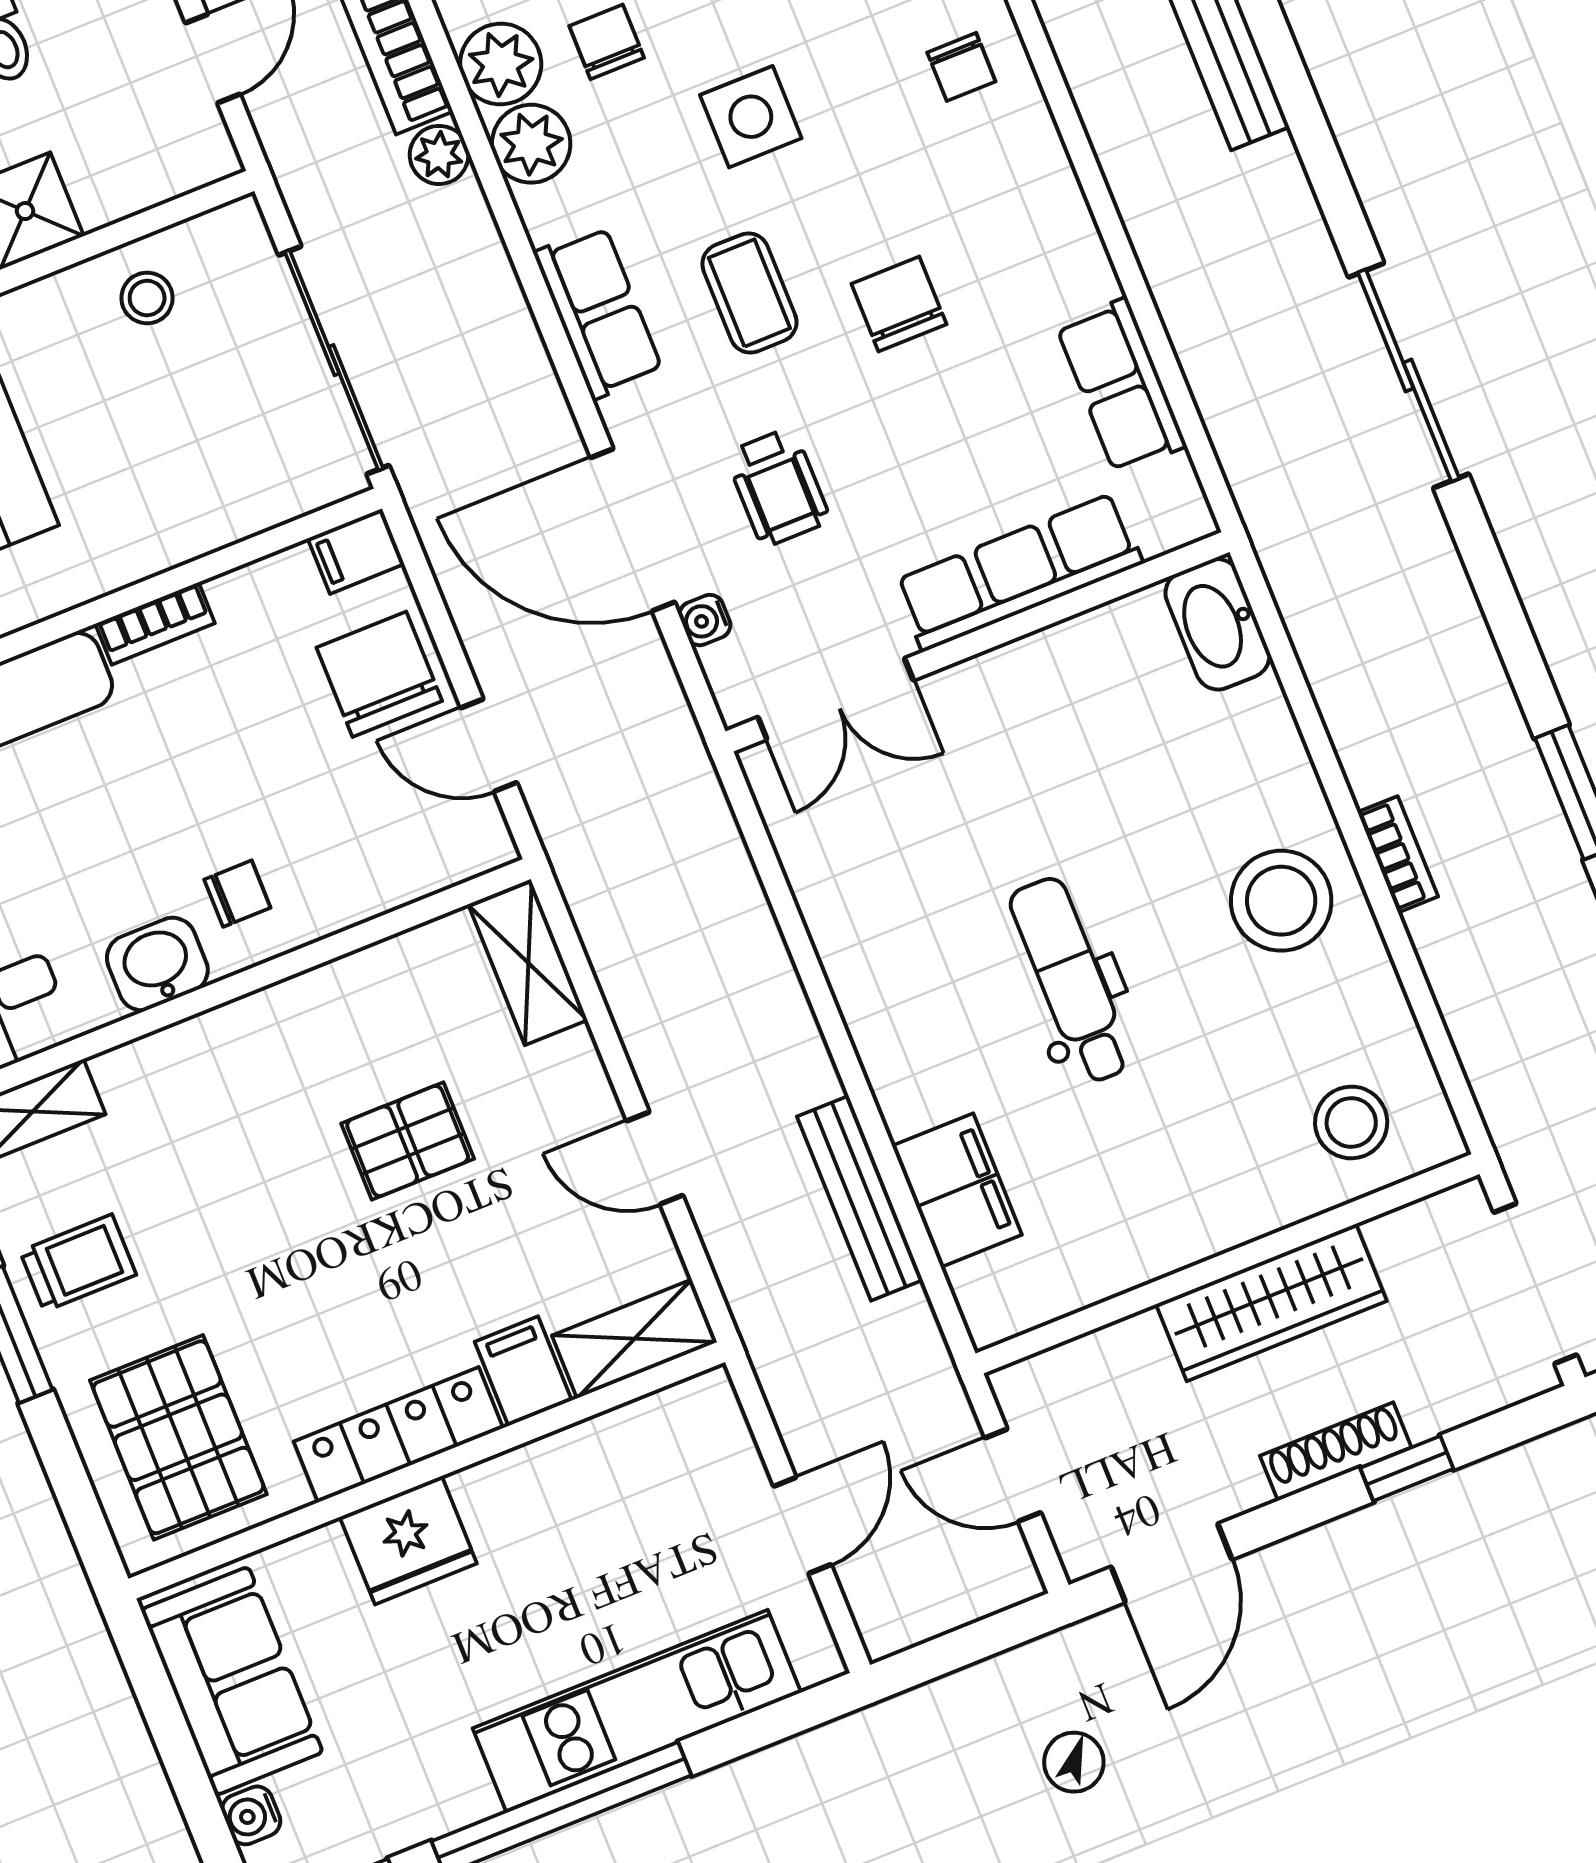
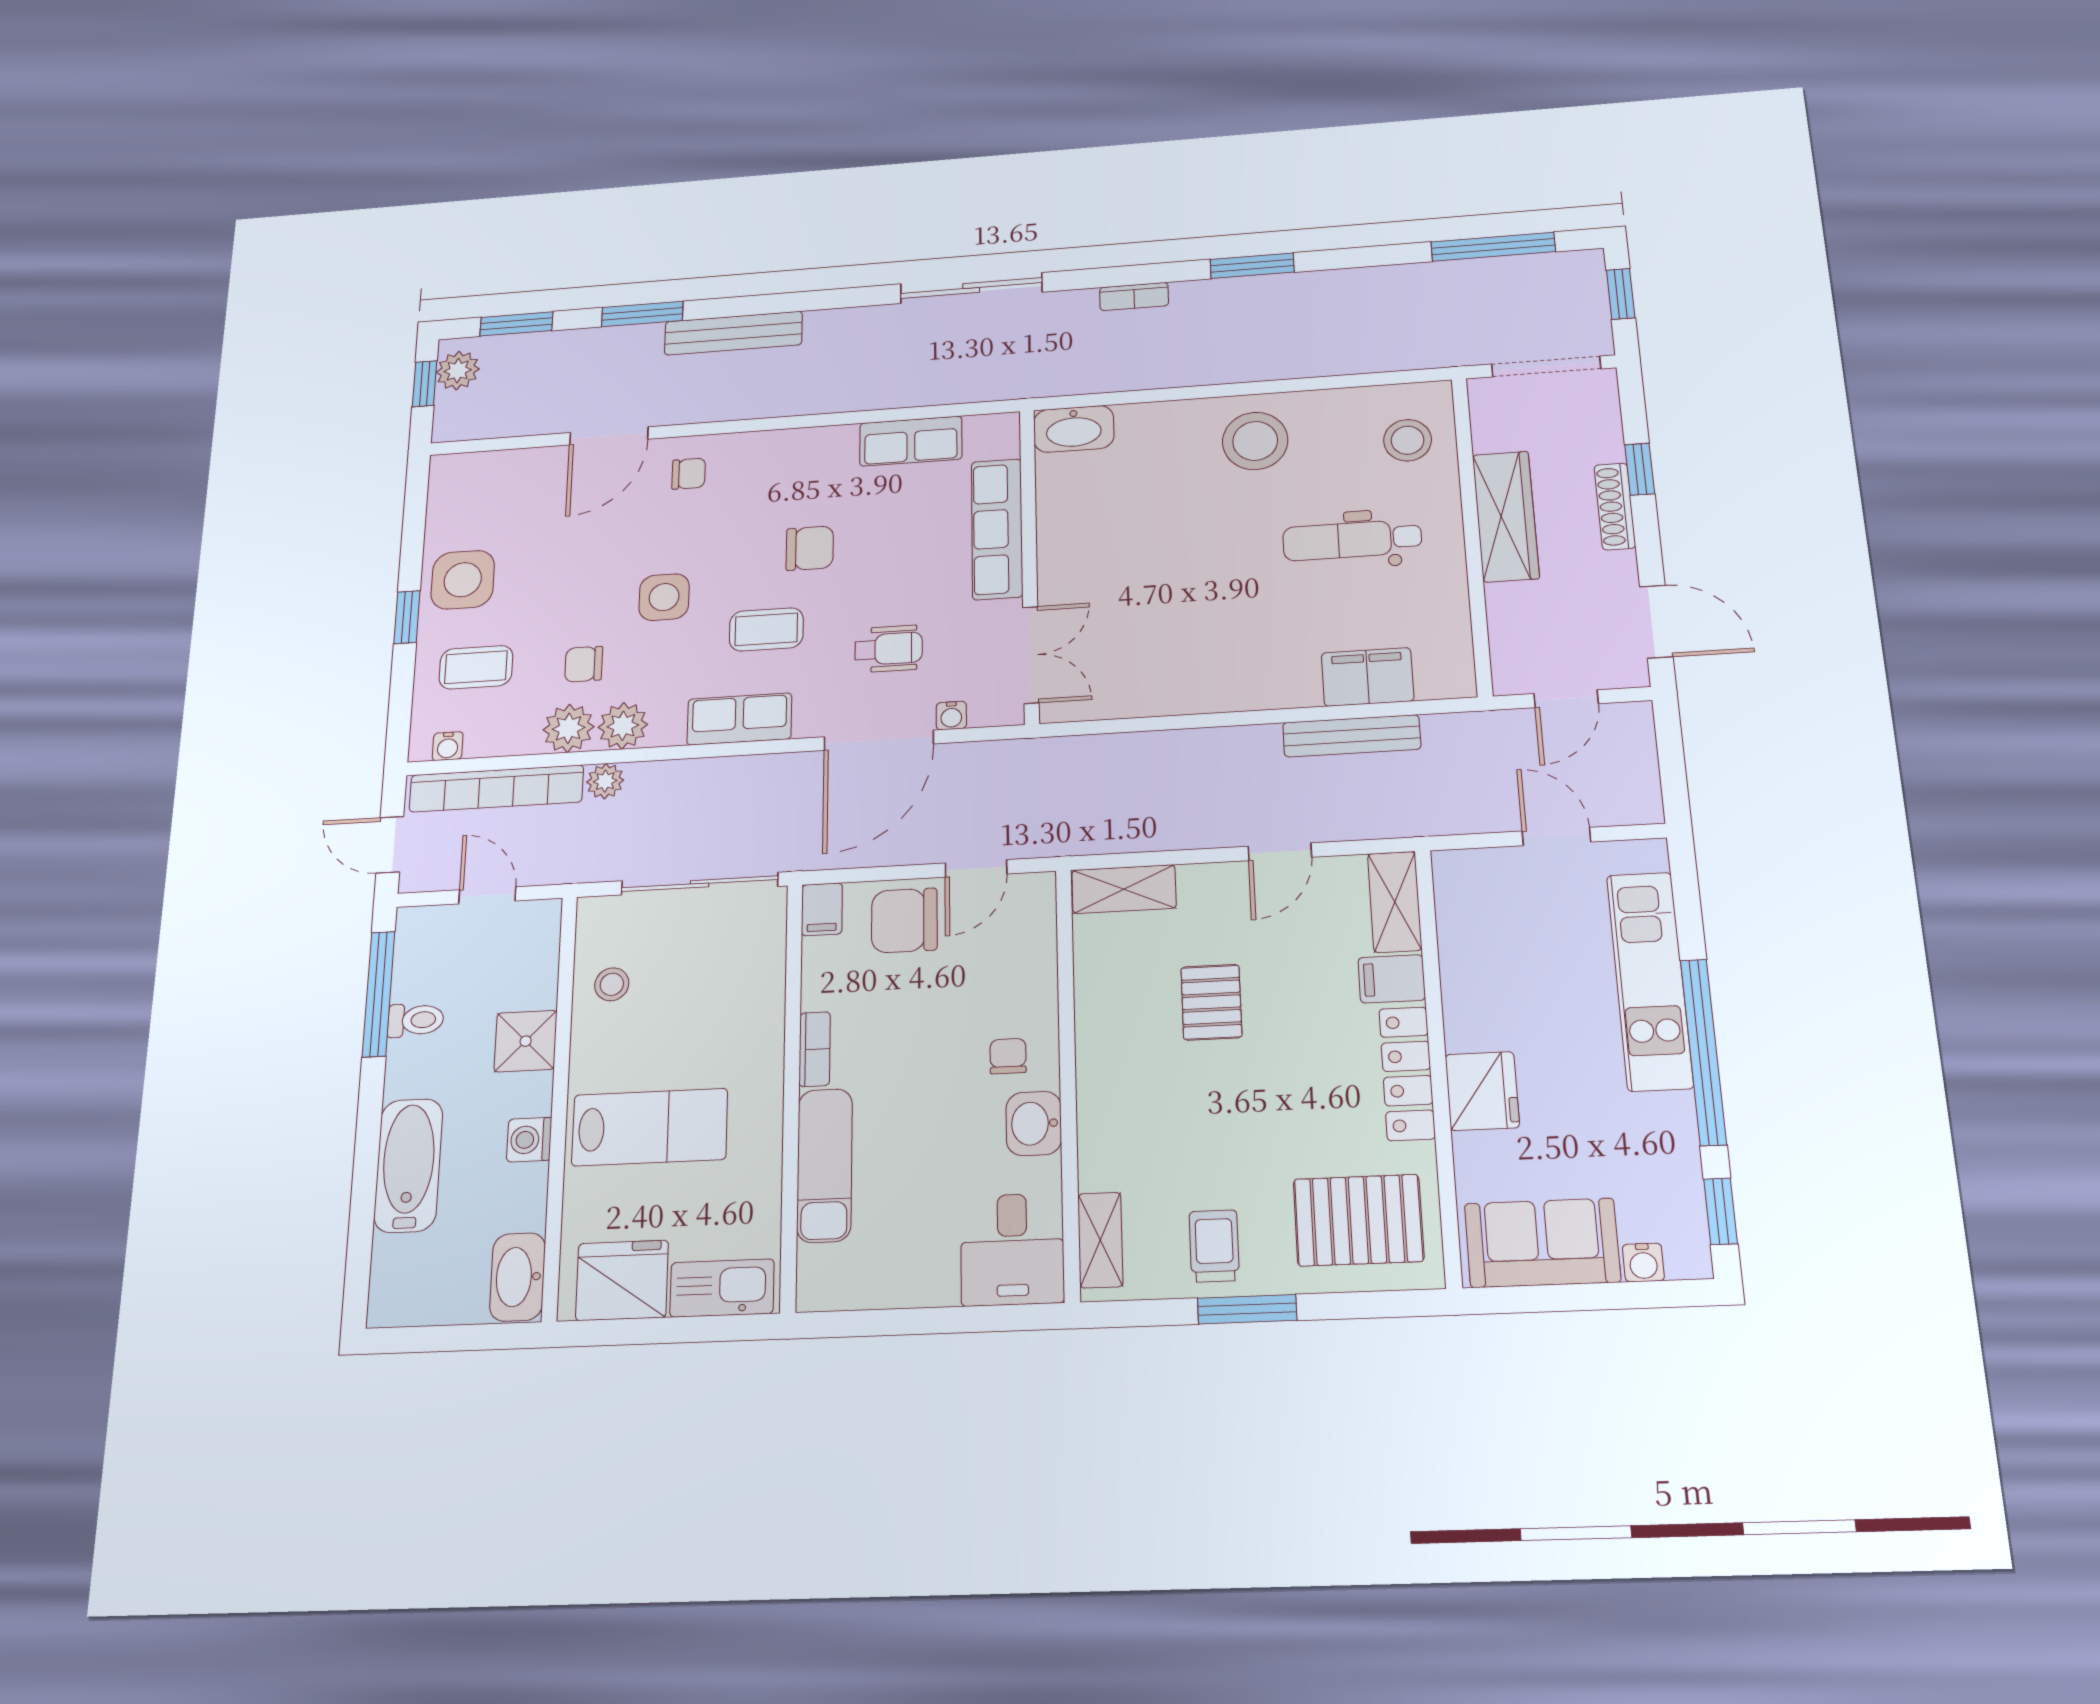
chair: (899, 304) -> (810, 548), turned 180
bookcase: (1398, 854) -> (1134, 297), moved, turned 180
dental chair: (1071, 980) -> (1352, 540), moved

